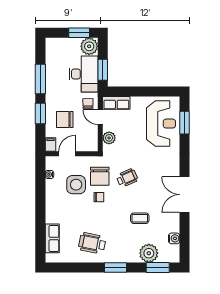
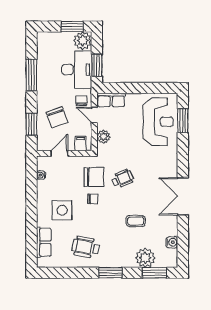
window: (40, 114) -> (31, 124), moved
chair: (65, 119) -> (57, 117), turned -109
filing cabinet: (50, 144) -> (80, 144), moved
chair: (100, 176) -> (94, 177), turned -90
side table: (76, 185) -> (62, 210), moved

